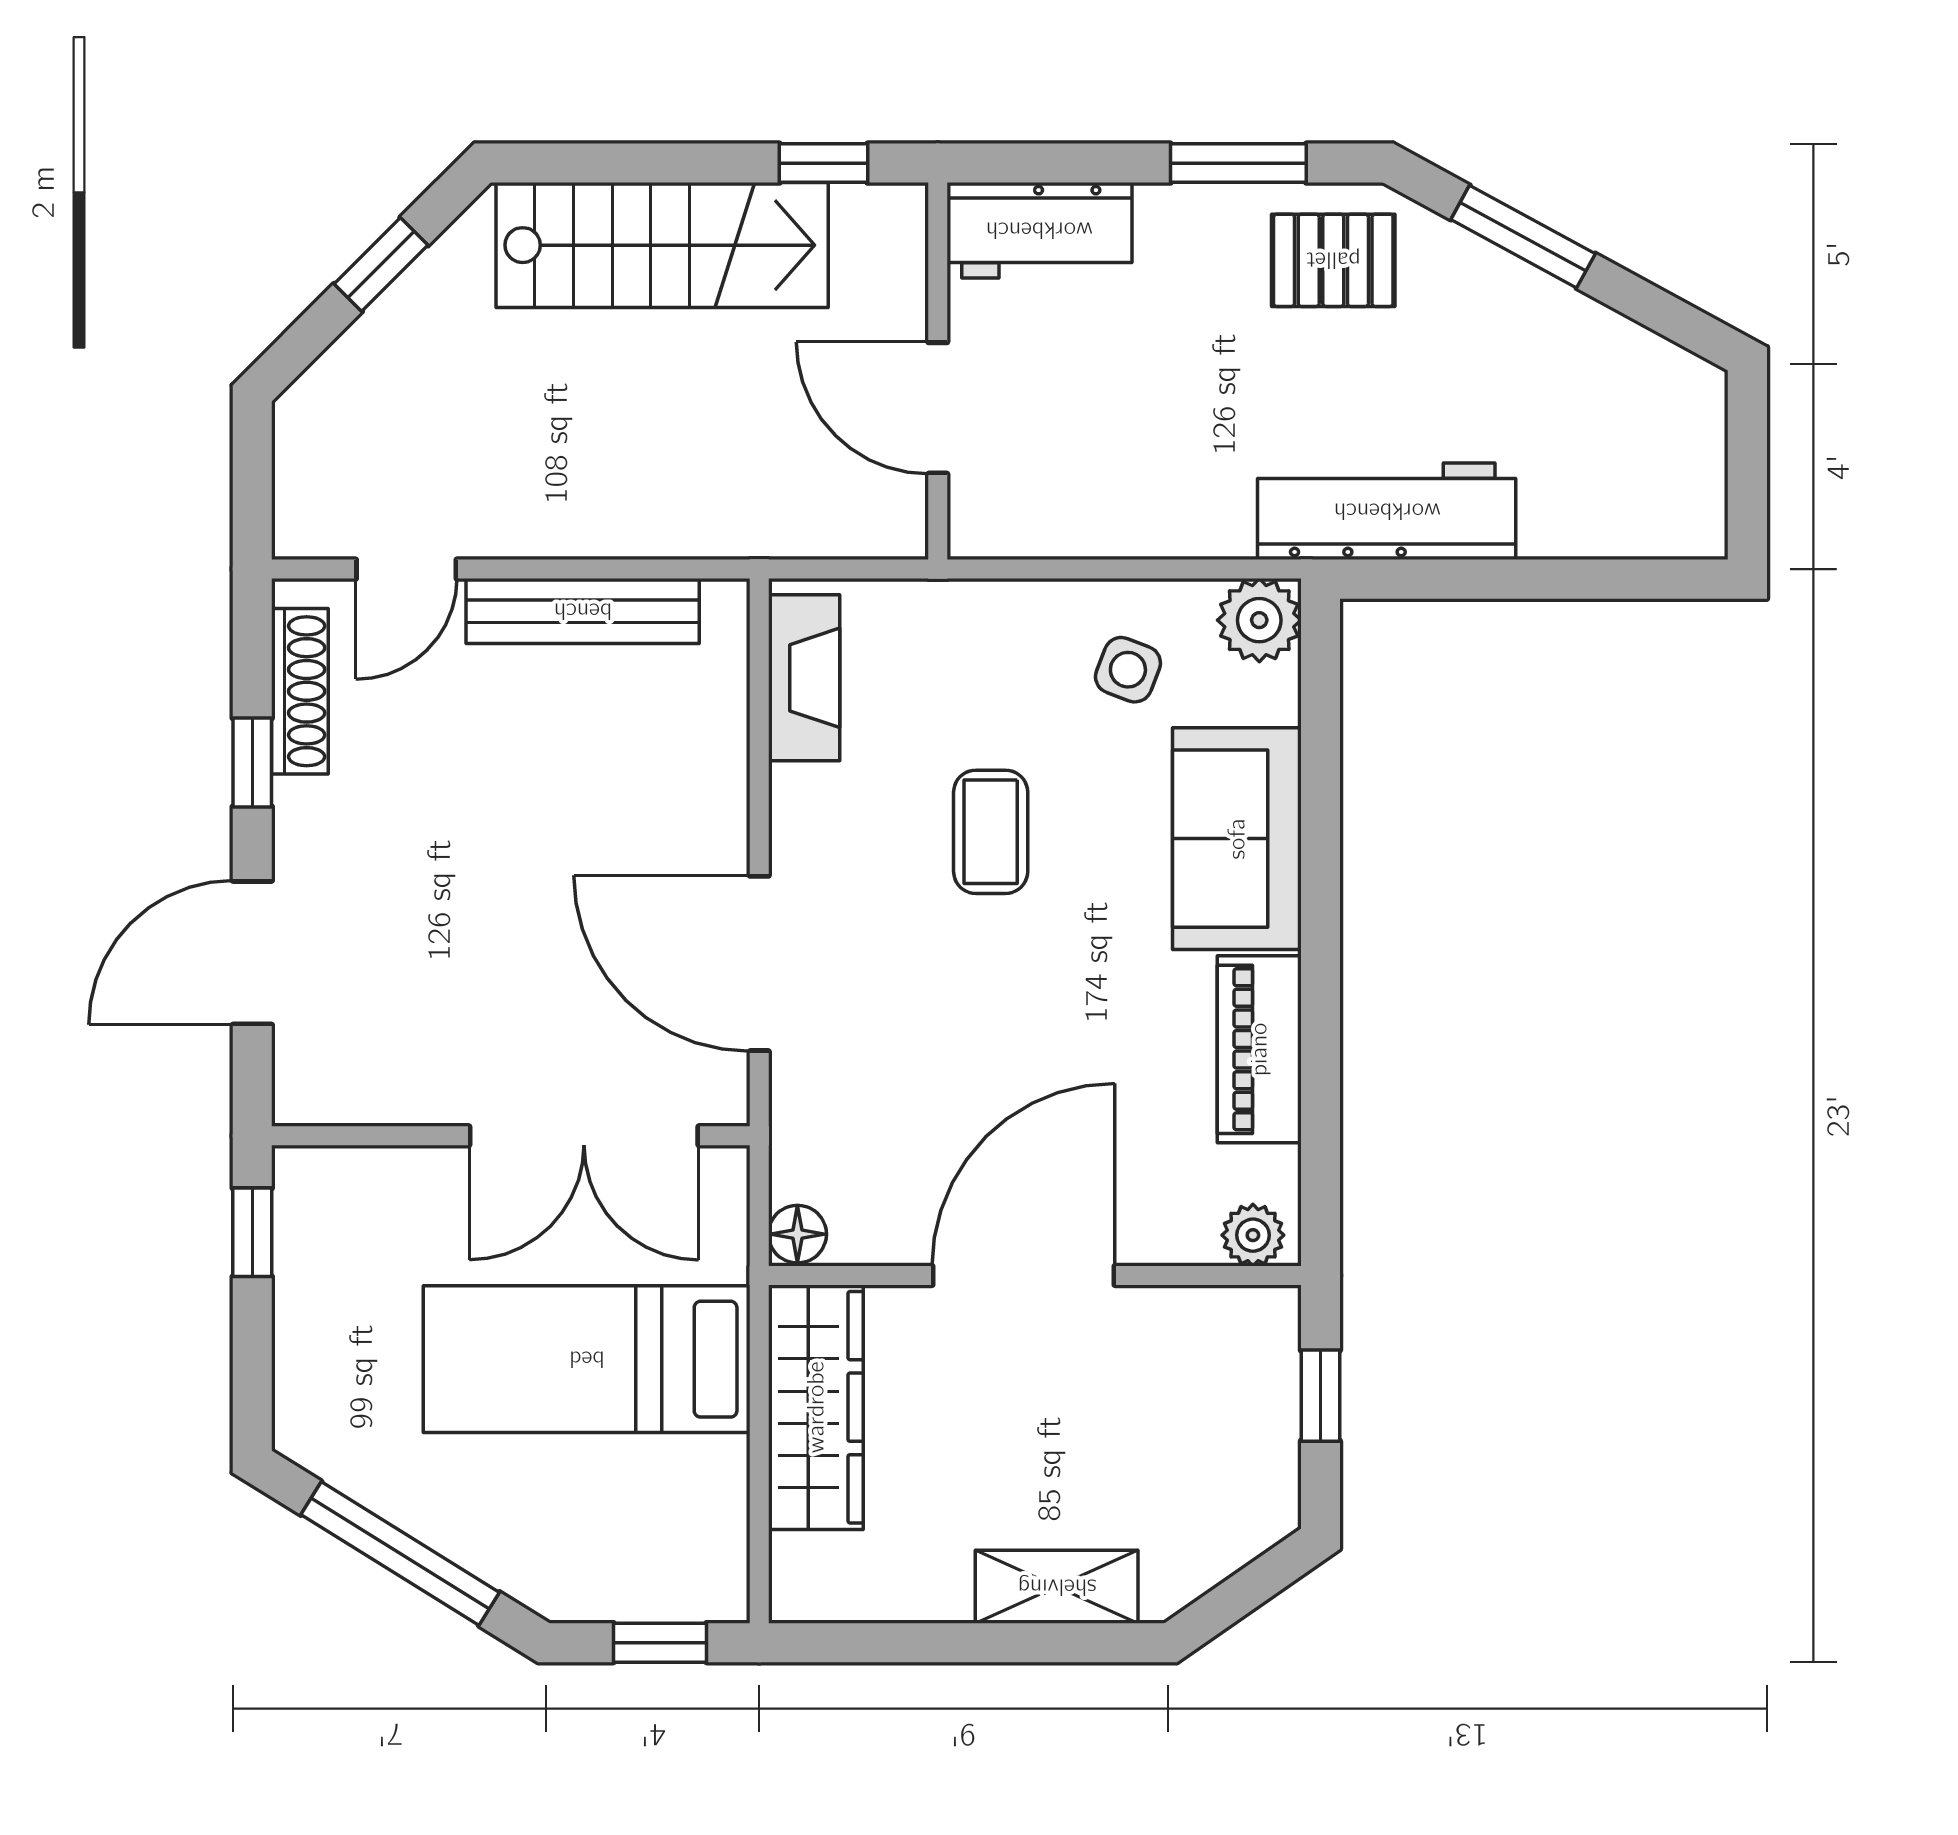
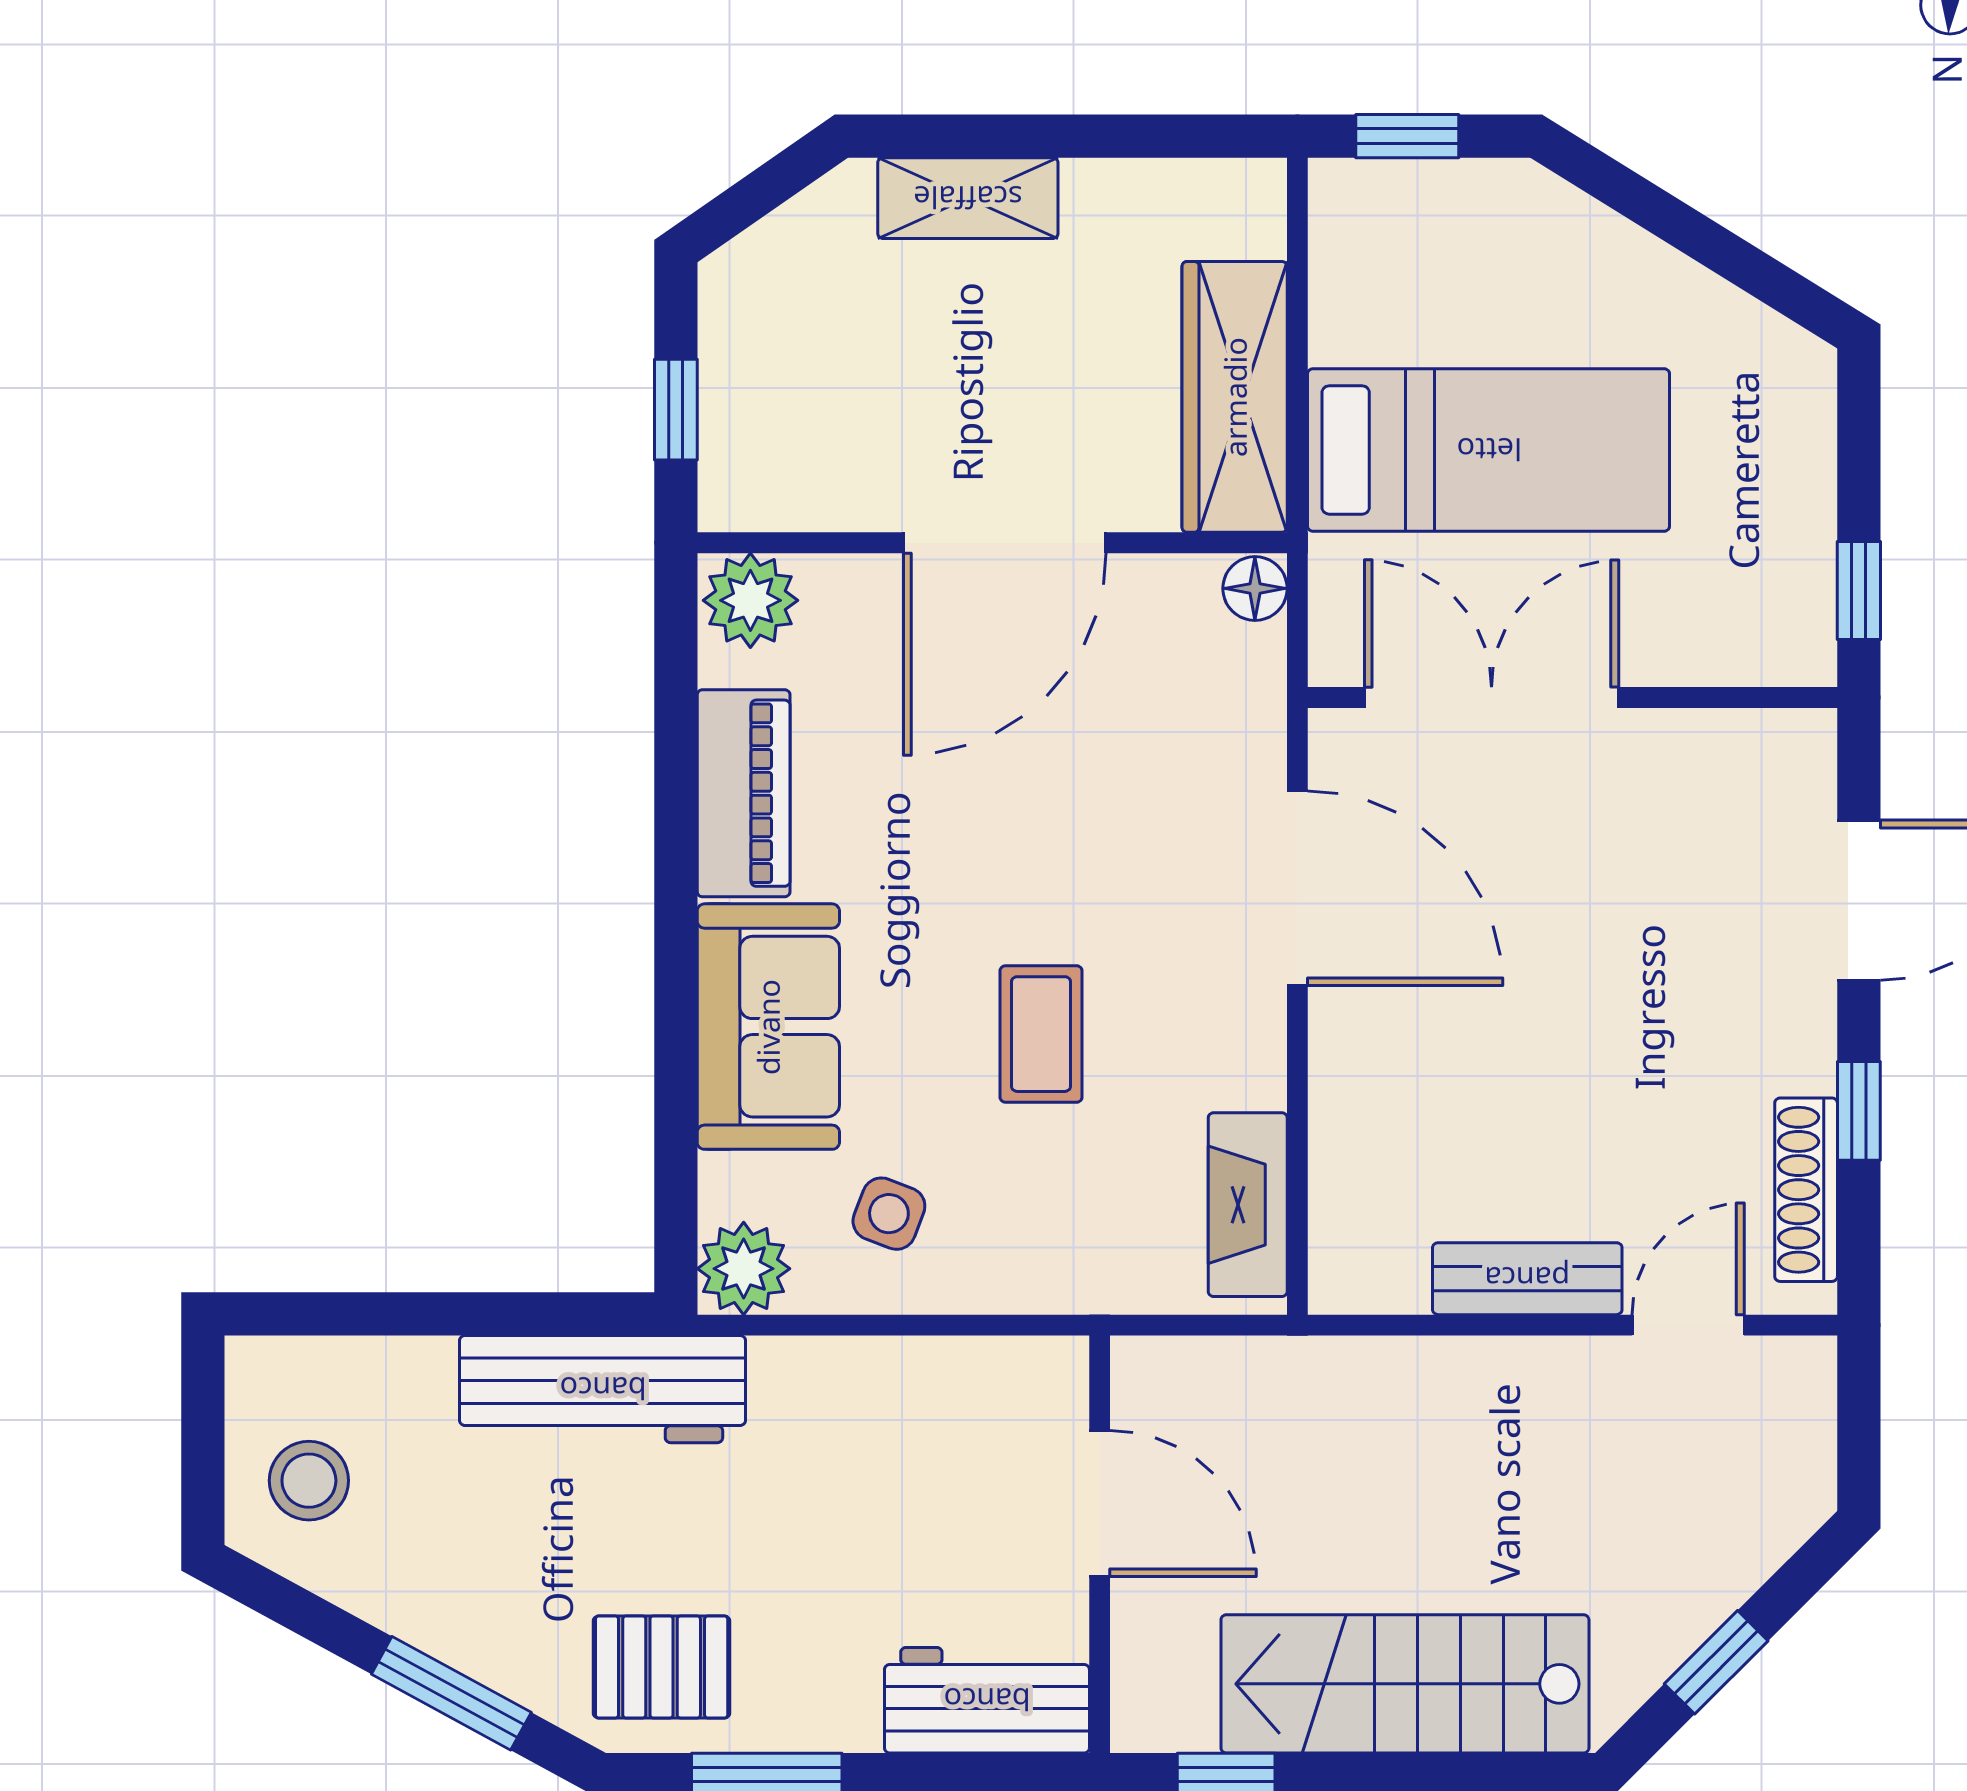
stool: (1652, 429) -> (309, 1481), added
bench: (583, 611) -> (1527, 1279), width x0.73
plant: (1253, 1235) -> (750, 600), width x1.38, depth x1.38
window: (400, 1553) -> (1695, 235), removed

